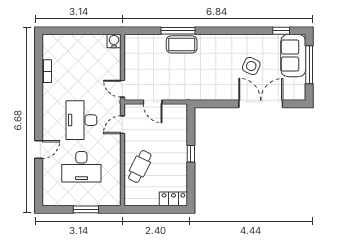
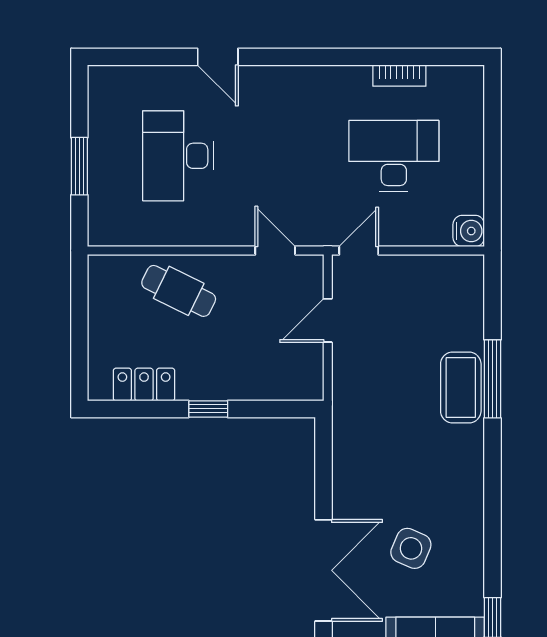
desk: (81, 120) -> (394, 156), moved
locker: (173, 199) -> (144, 385), moved, turned -90

